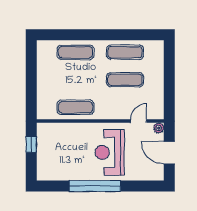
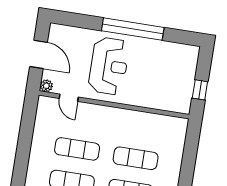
exercise mat: (75, 107) -> (136, 158), moved
door: (139, 121) -> (69, 98), hinge flipped

